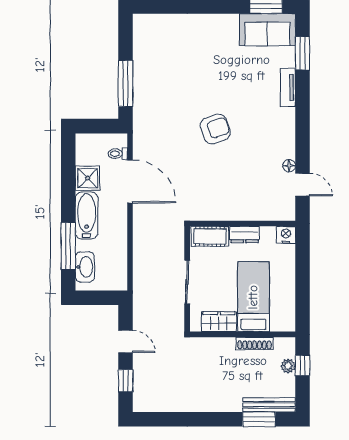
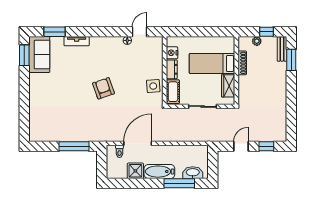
side table: (219, 206) -> (153, 86), added
nightstand: (286, 235) -> (172, 53), moved
window: (302, 365) -> (267, 32), moved
bench: (269, 405) -> (282, 49), width x0.73

